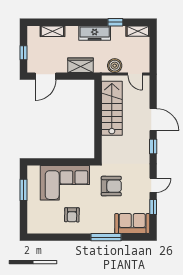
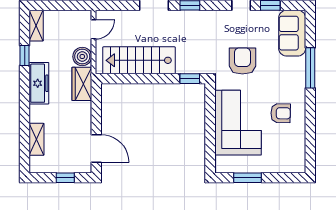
wardrobe: (80, 65) -> (82, 84), moved
window: (98, 146) -> (190, 79), added

